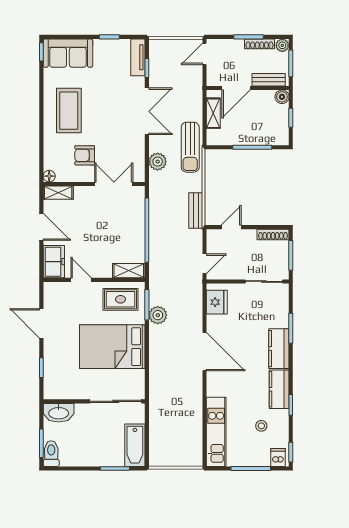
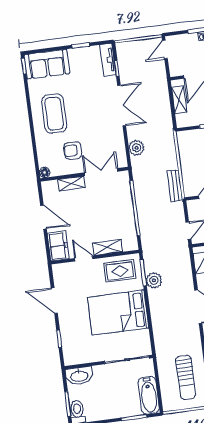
sun lounger: (190, 147) -> (186, 377), moved
shelving: (58, 193) -> (72, 183), moved
shelving: (129, 271) -> (108, 247), moved

